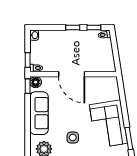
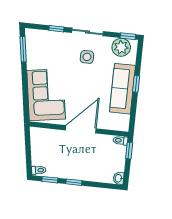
door: (72, 74) -> (81, 129), hinge flipped
floor lamp: (36, 82) -> (123, 125), removed
window: (28, 86) -> (136, 84), moved
corner sofa: (108, 124) -> (46, 95), moved

